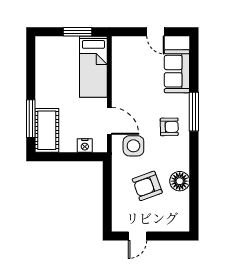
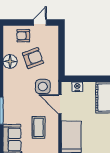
coffee table: (139, 88) -> (39, 127), added
armchair: (169, 127) -> (23, 36), moved

